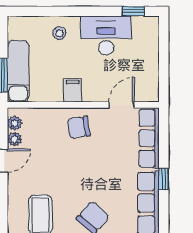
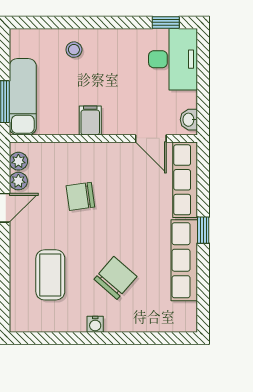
desk: (106, 36) -> (173, 59), moved, turned 90
washbasin: (152, 90) -> (189, 120), added
door: (122, 105) -> (151, 138), swing flipped
chair: (79, 127) -> (80, 196), moved

